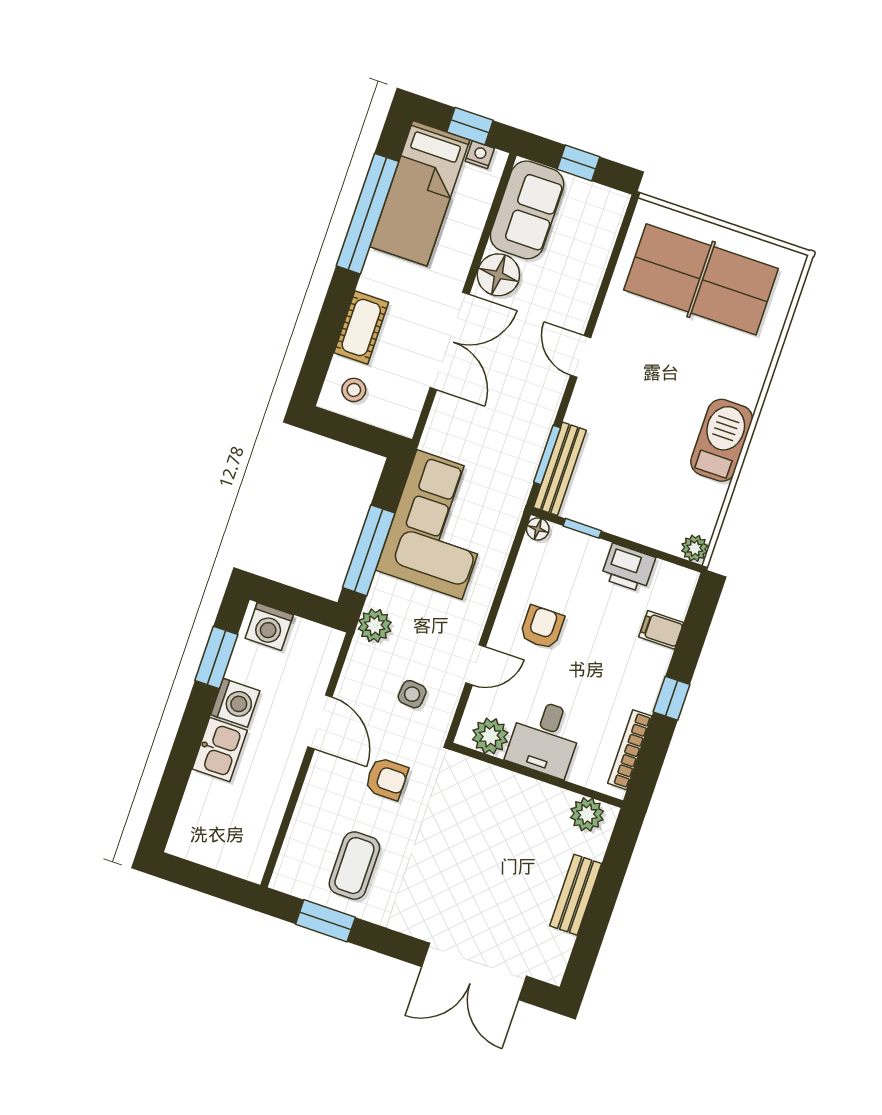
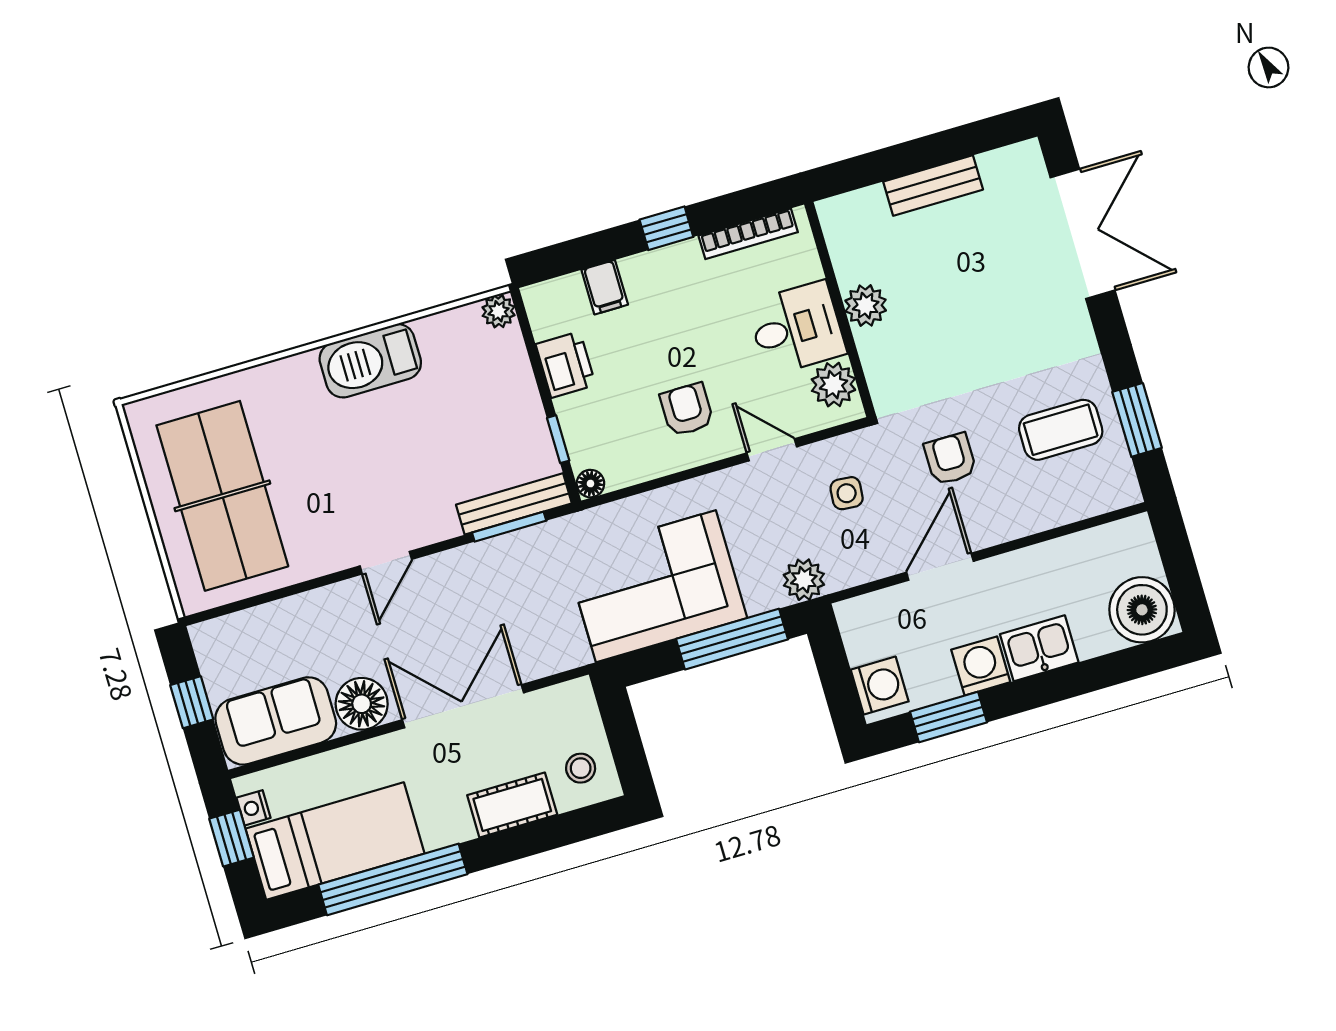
armchair: (542, 627) -> (687, 410), turned 90
plant: (587, 814) -> (866, 306), moved
boiler: (197, 836) -> (1142, 610), added

